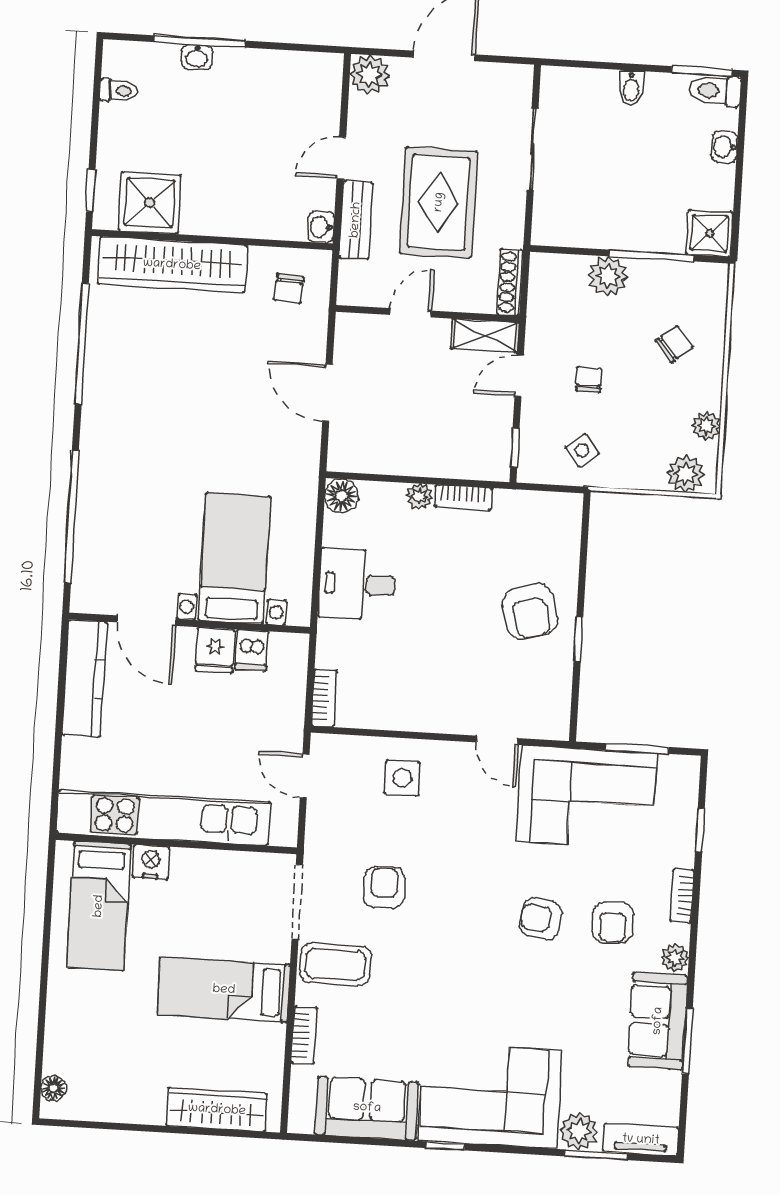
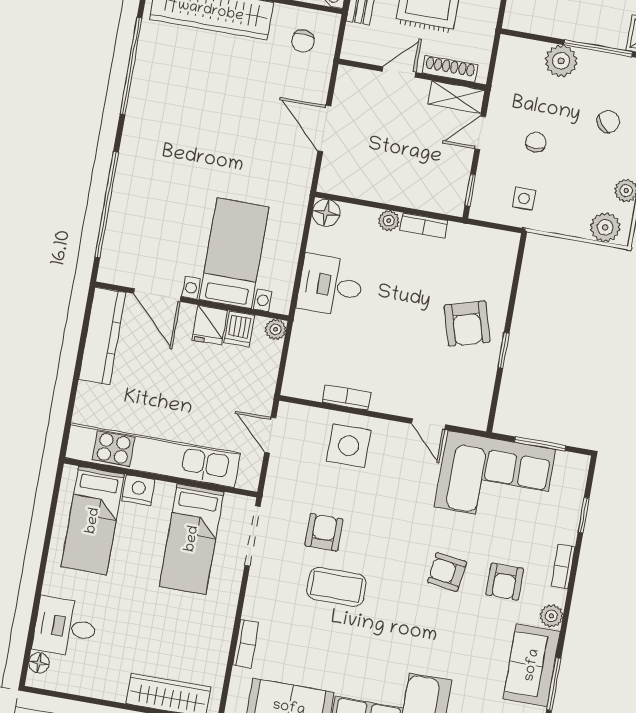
shoe rack: (510, 282) -> (450, 69), moved, turned 90
side table: (582, 450) -> (524, 199), turned 38
plant: (296, 646) -> (276, 329), added
bookcase: (324, 698) -> (347, 398), moved, turned -90
side table: (402, 778) -> (349, 446), width x1.37, depth x1.37
coffee table: (335, 964) -> (336, 587), moved
bed: (224, 990) -> (192, 539), moved, turned -90
desk: (80, 1040) -> (65, 627), added

